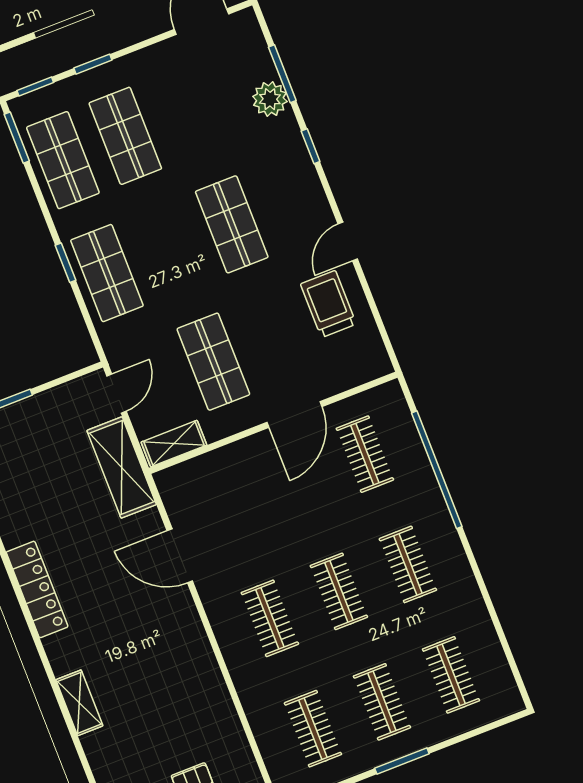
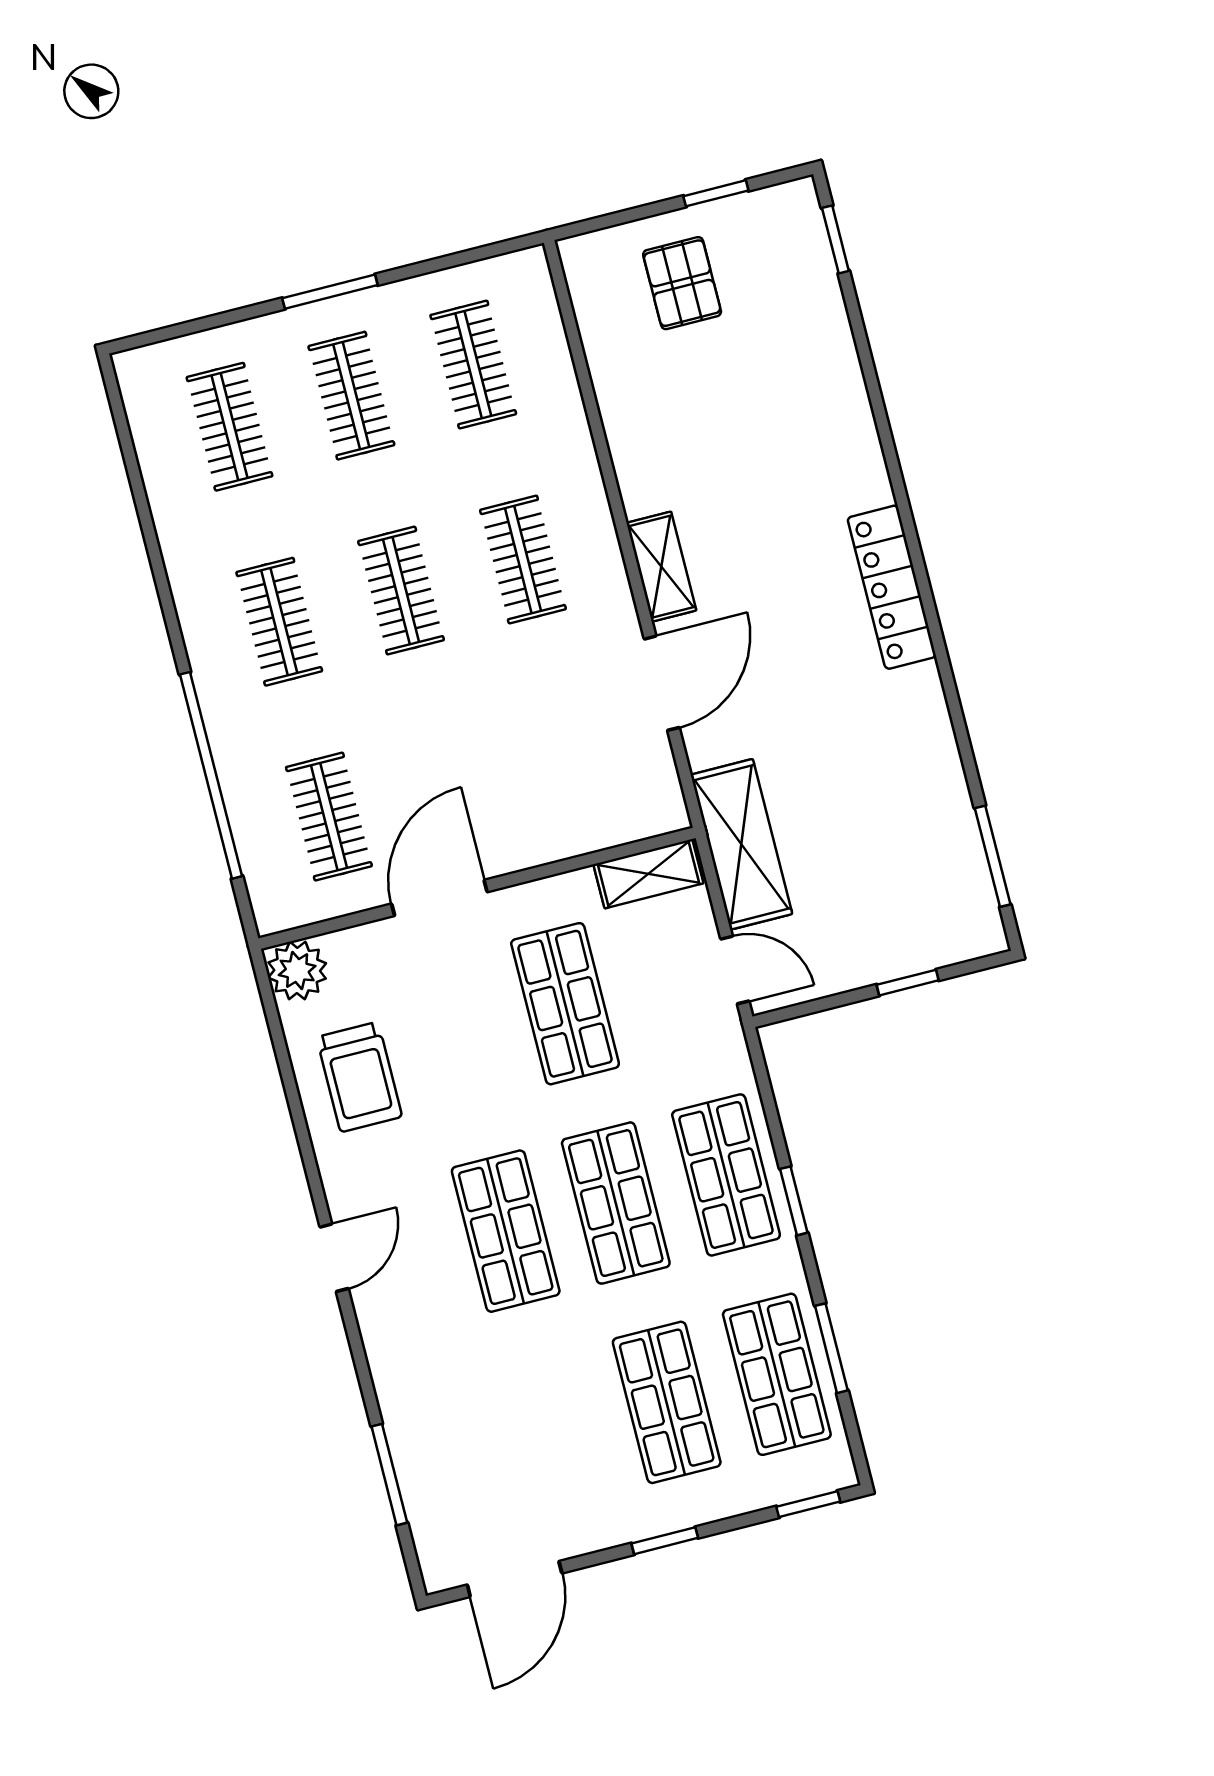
window: (93, 64) -> (665, 1541), moved
plant: (270, 99) -> (297, 970), moved
window: (17, 138) -> (831, 1348), moved
window: (311, 146) -> (357, 1346), removed
door: (348, 242) -> (334, 1258), moved
shop shelf: (169, 249) -> (616, 1203), added
door: (116, 393) -> (735, 970), swing flipped
door: (180, 556) -> (662, 683), hinge flipped
locker: (37, 589) -> (892, 587), moved
shelving: (79, 703) -> (661, 567), moved

